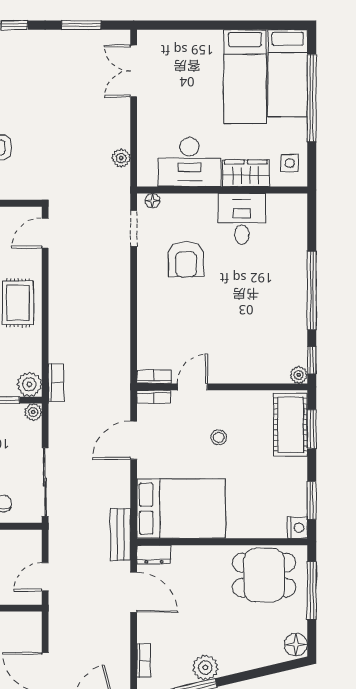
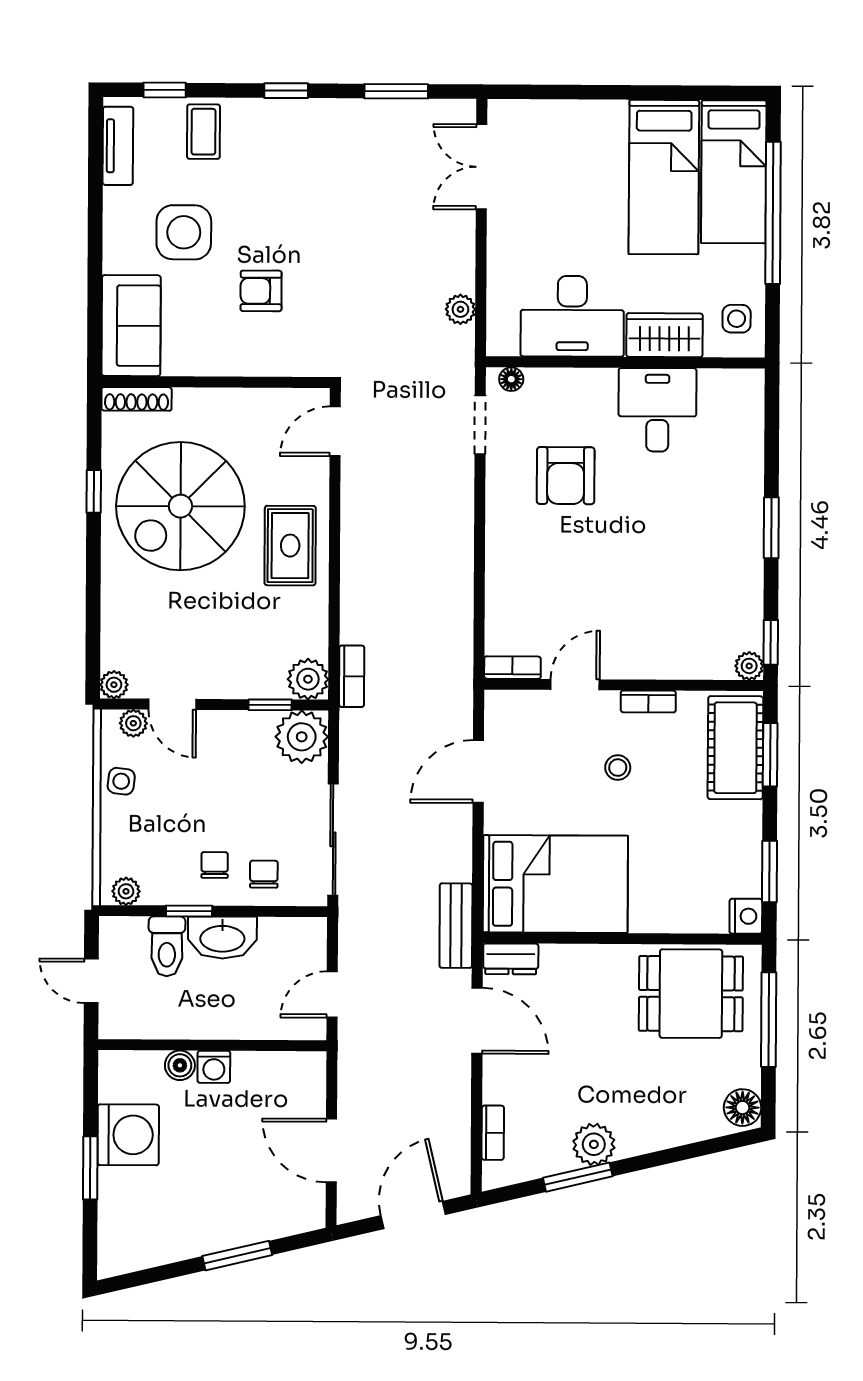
window: (312, 290) -> (771, 528), width x0.47
bookcase: (154, 397) -> (648, 701), moved
plant: (33, 412) -> (302, 737), width x1.88, depth x1.88

